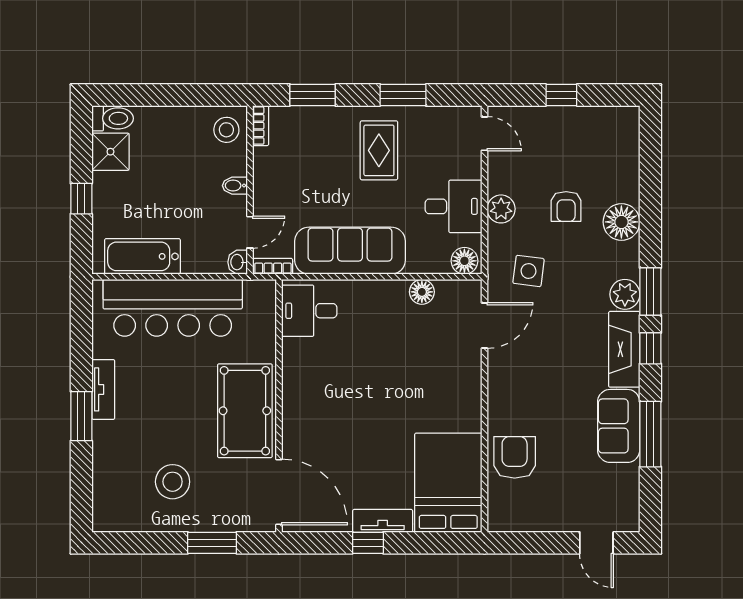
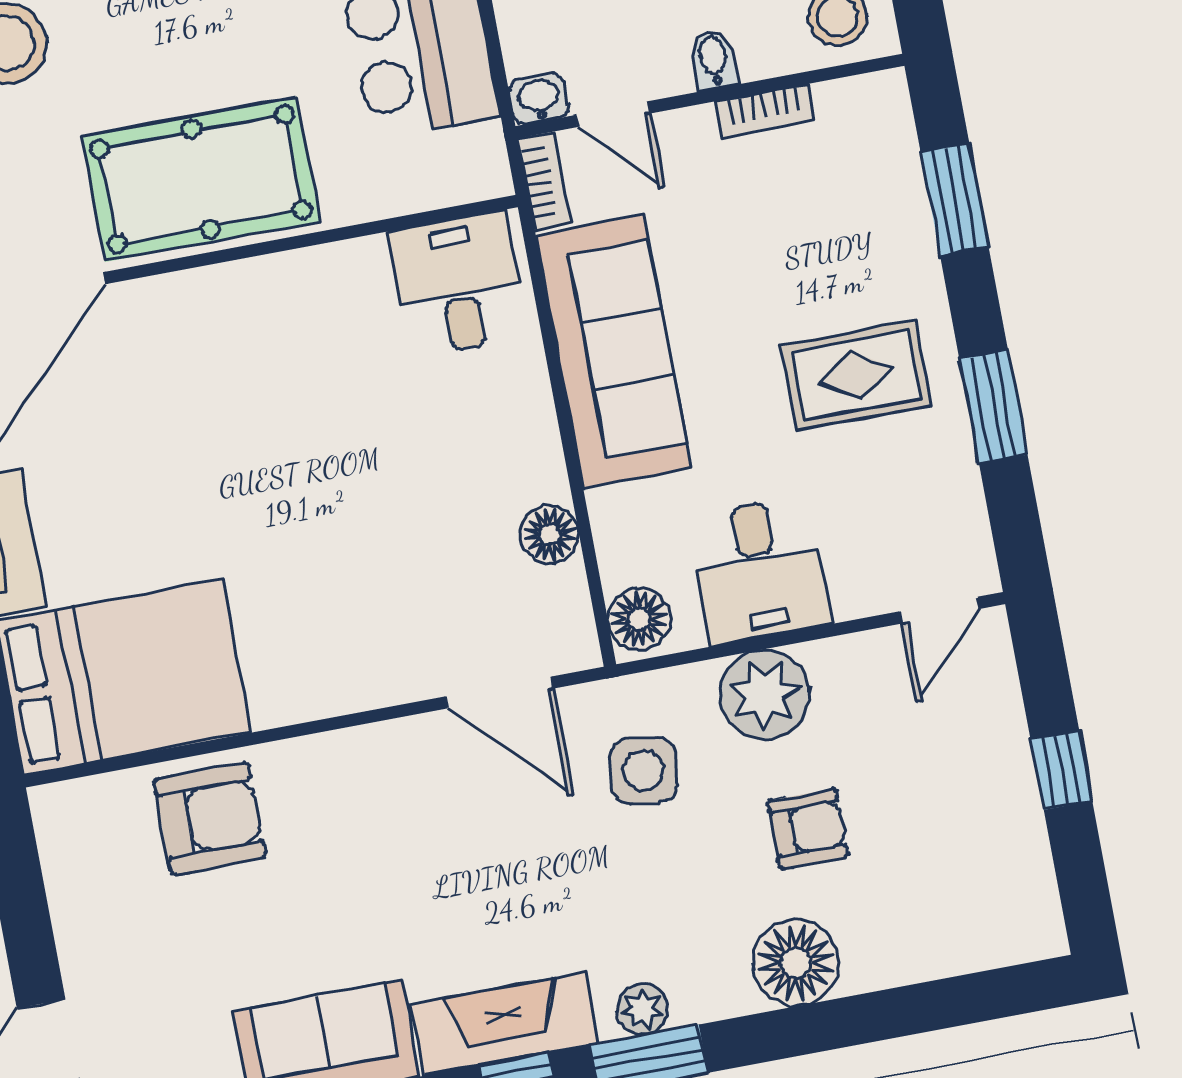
bookcase: (261, 126) -> (765, 111), moved
armchair: (566, 206) -> (808, 829), turned 180
plant: (501, 209) -> (764, 694), width x1.36, depth x1.36
plant: (625, 294) -> (642, 1009), width x0.73, depth x0.73

